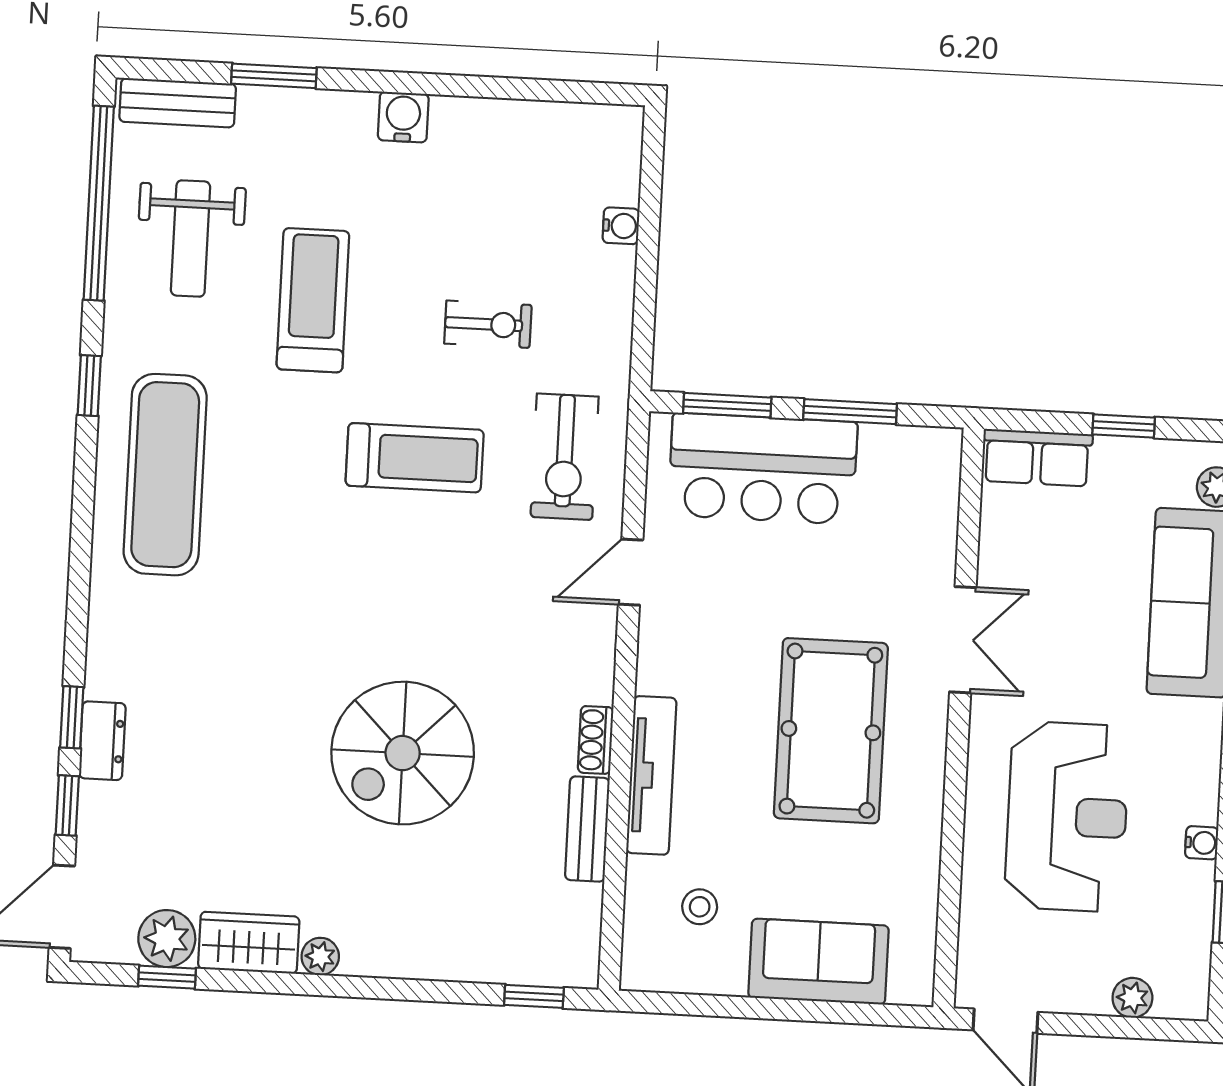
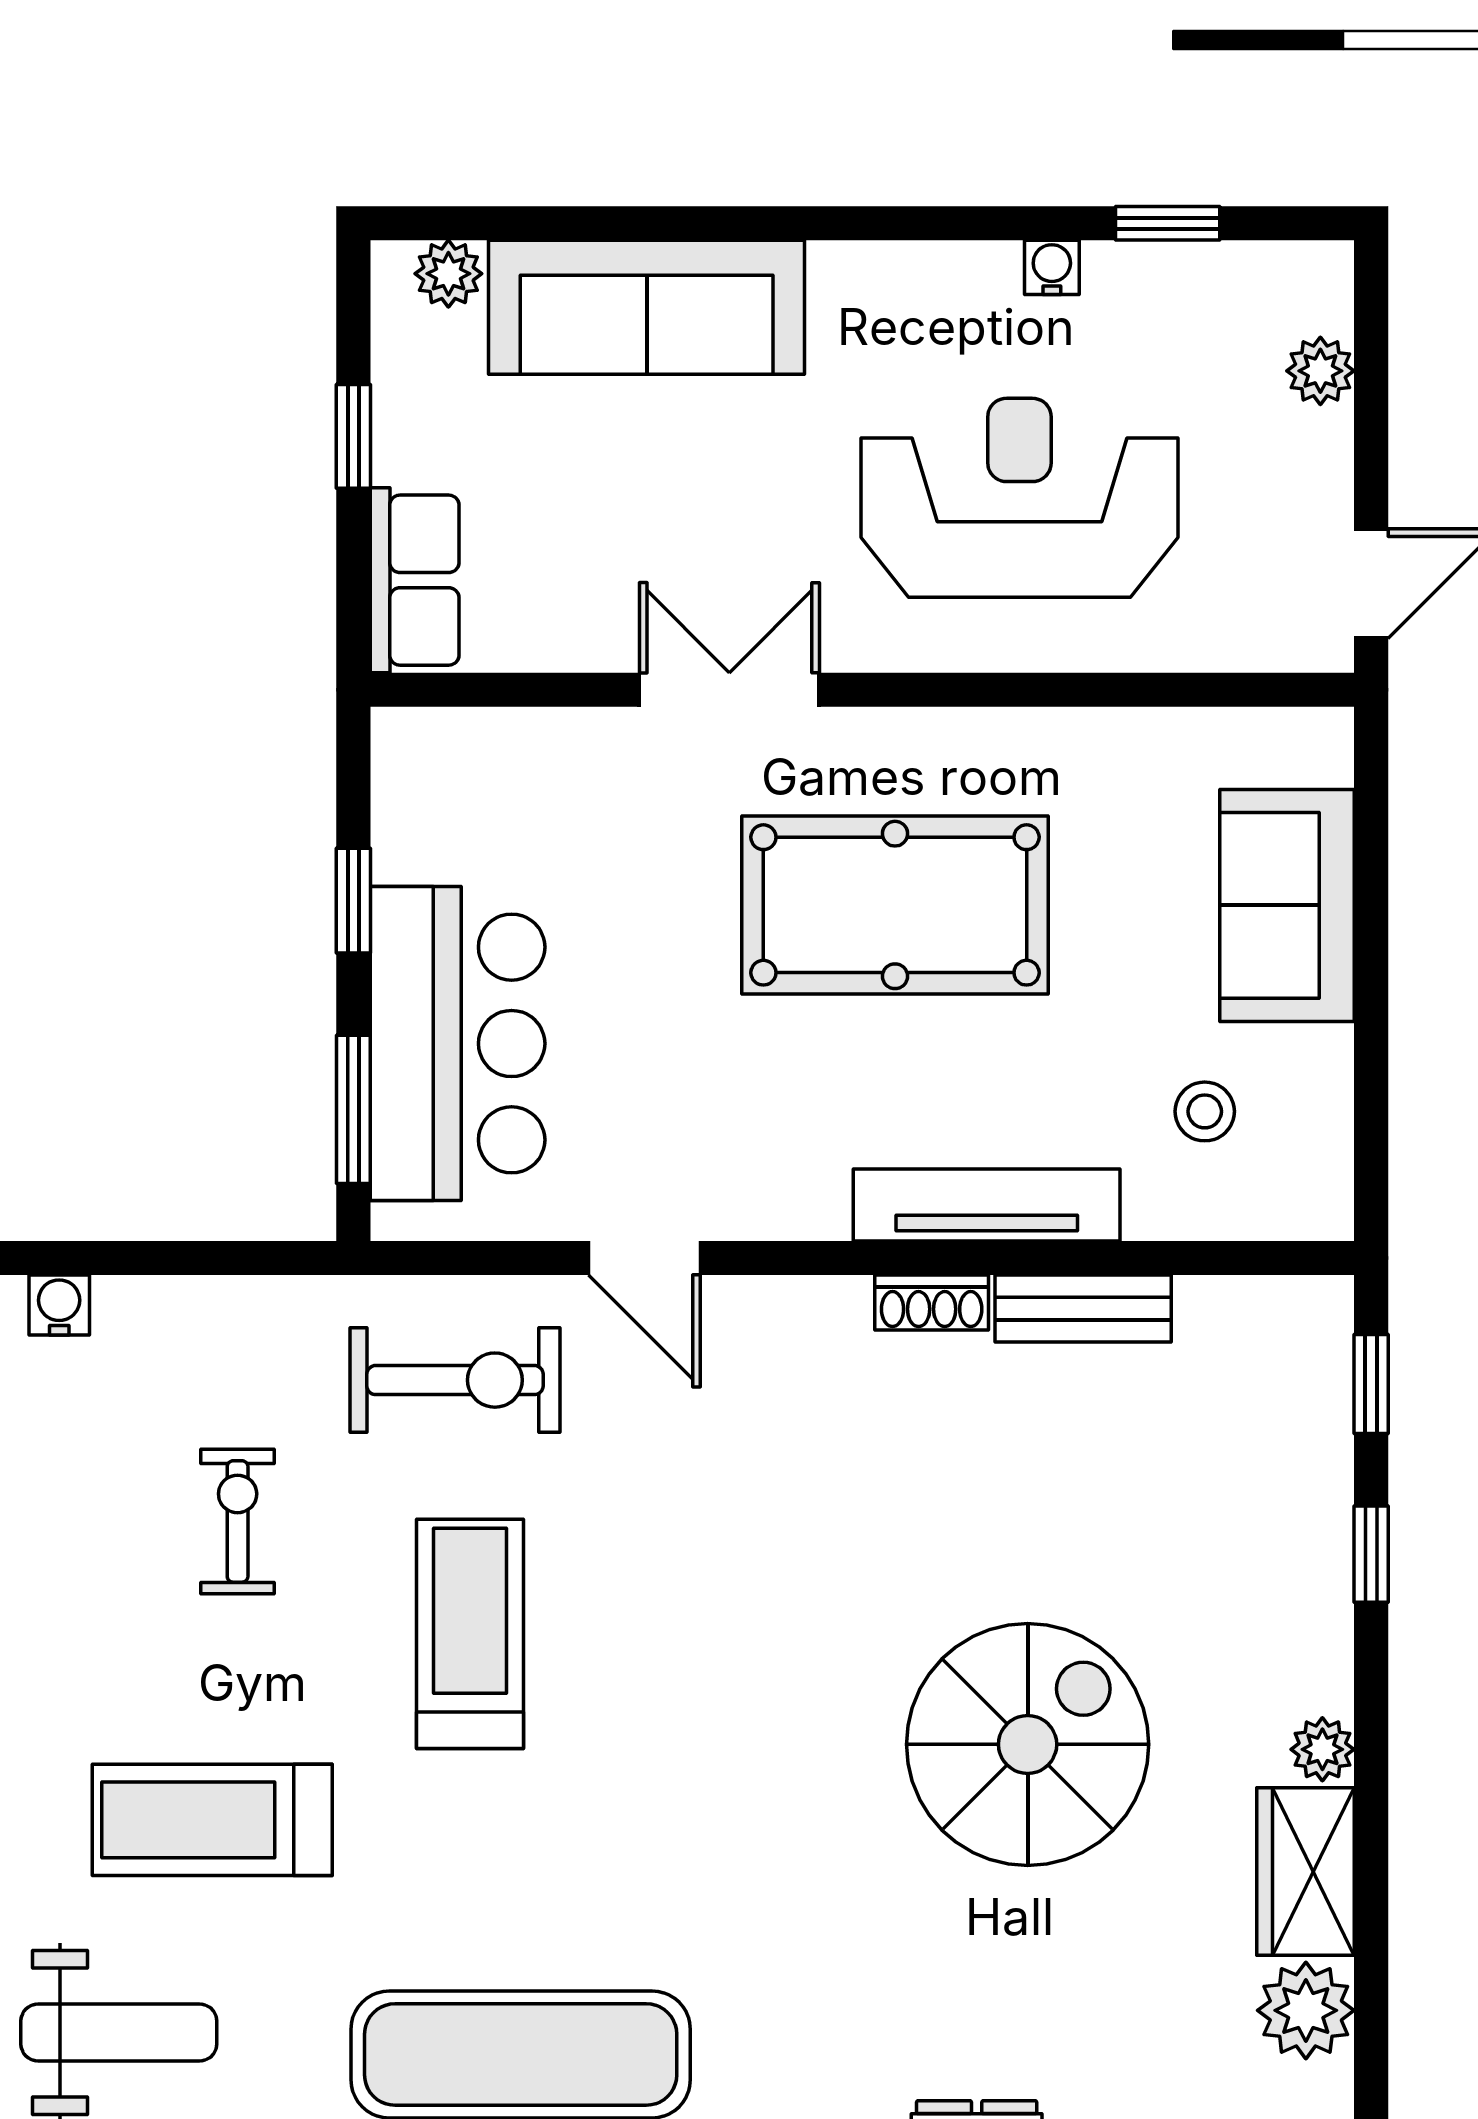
window: (850, 412) -> (353, 901), width x0.67
spiral stairs: (403, 753) -> (1028, 1744), moved, turned -90
window: (167, 977) -> (1371, 1554), moved

